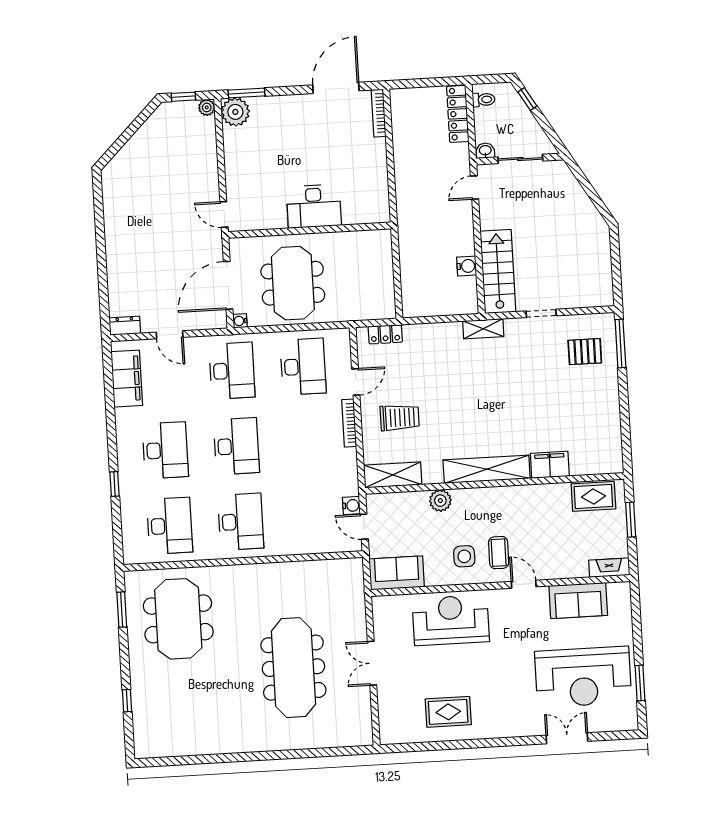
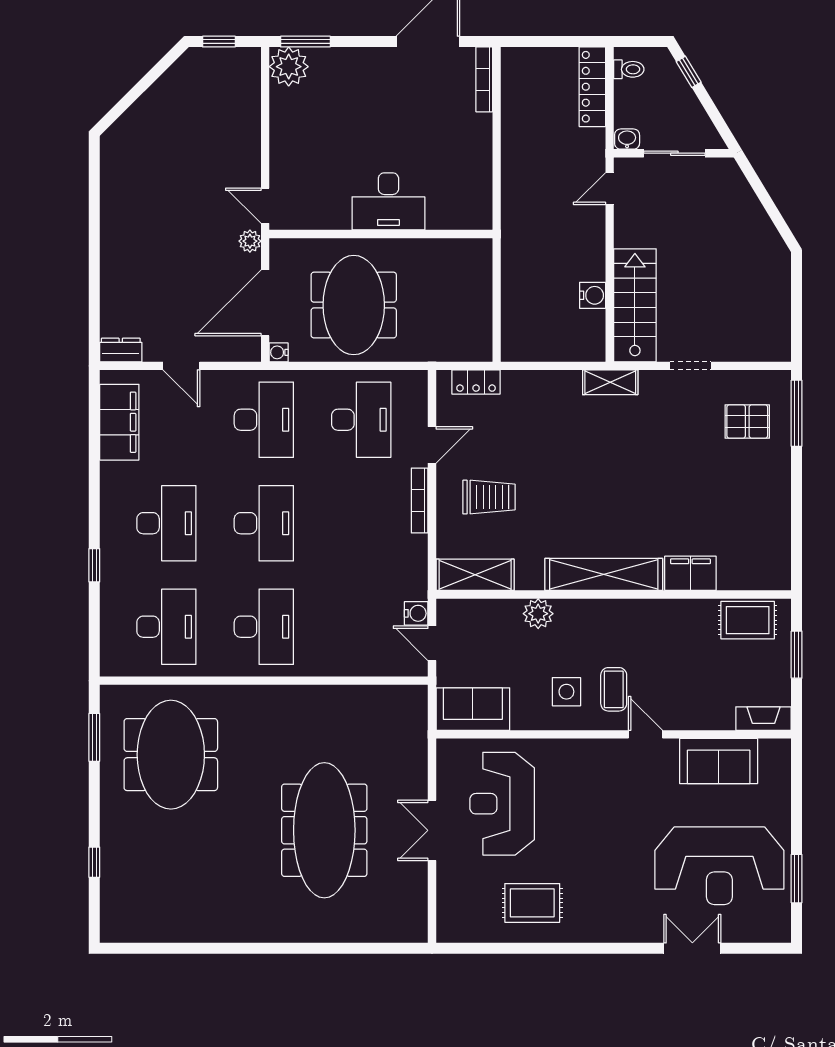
plant: (207, 107) -> (250, 241), moved
reception desk: (451, 620) -> (502, 804), moved, turned -90

